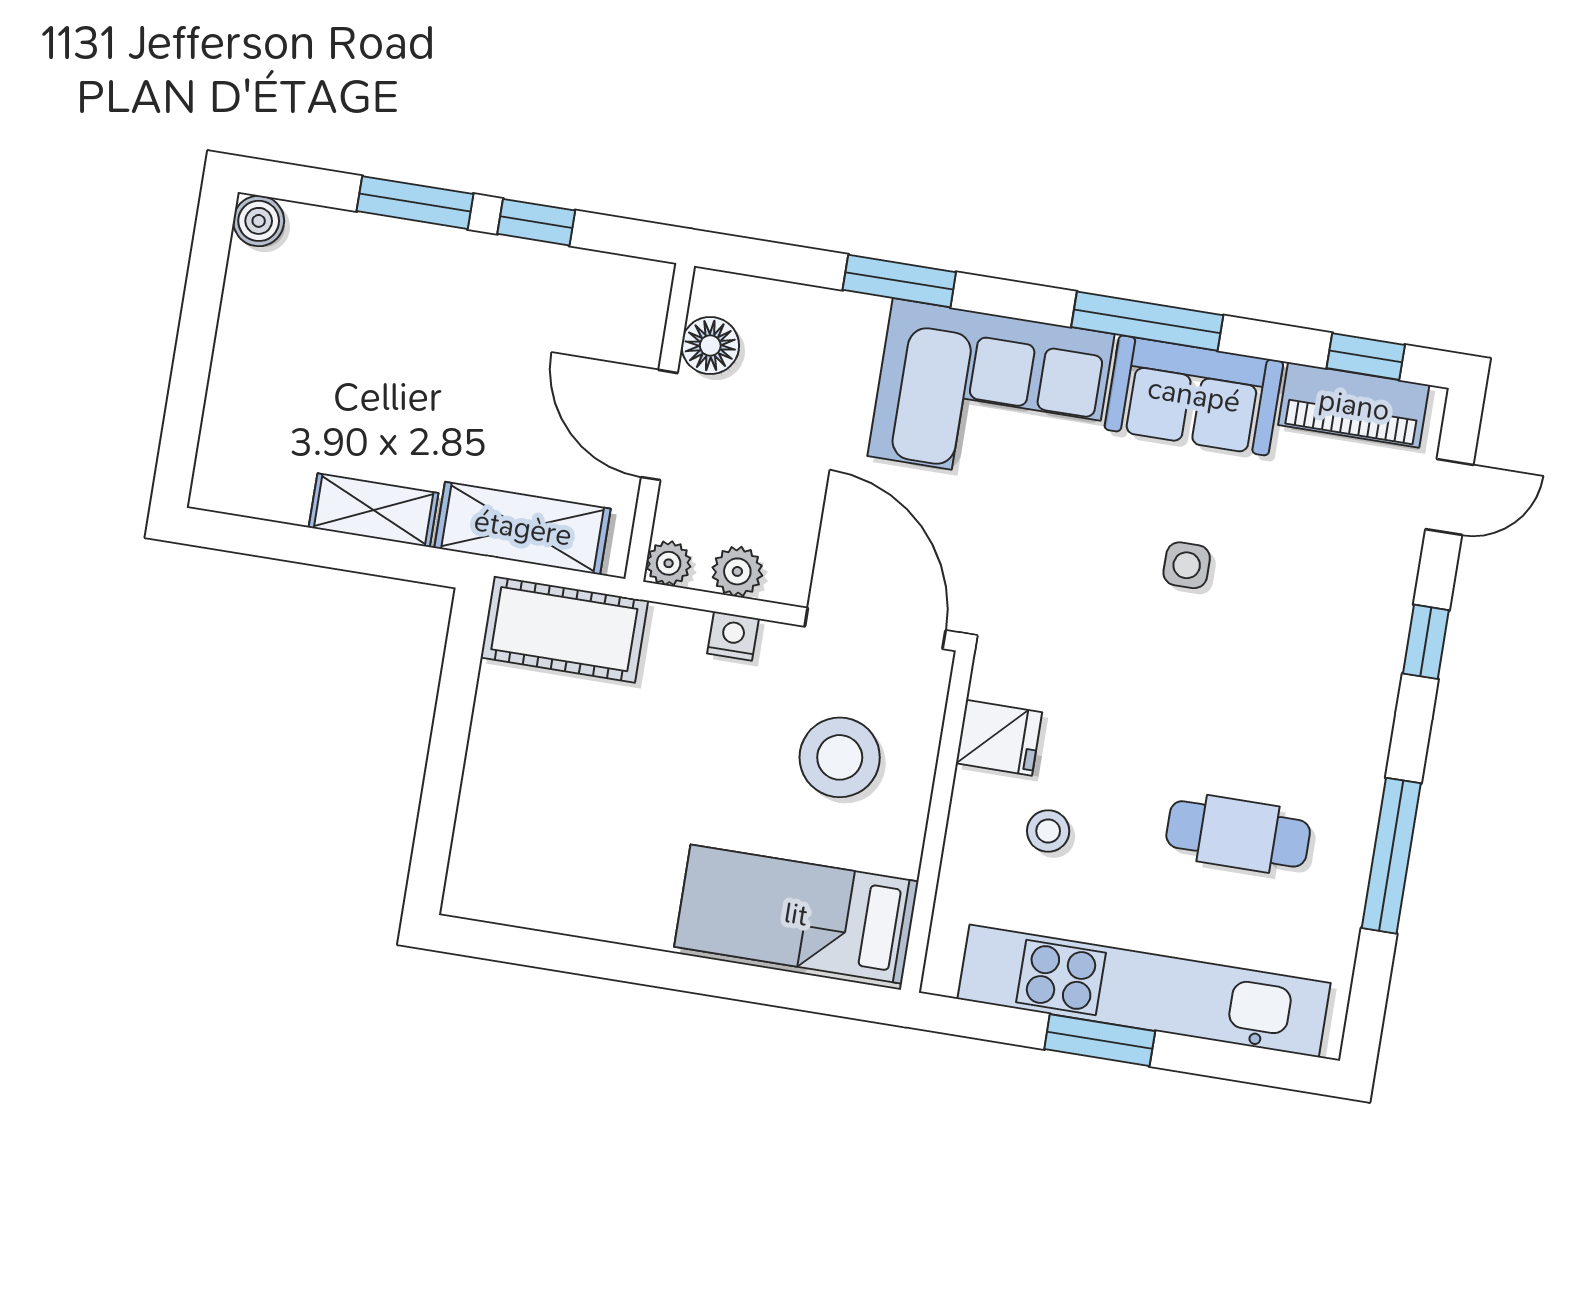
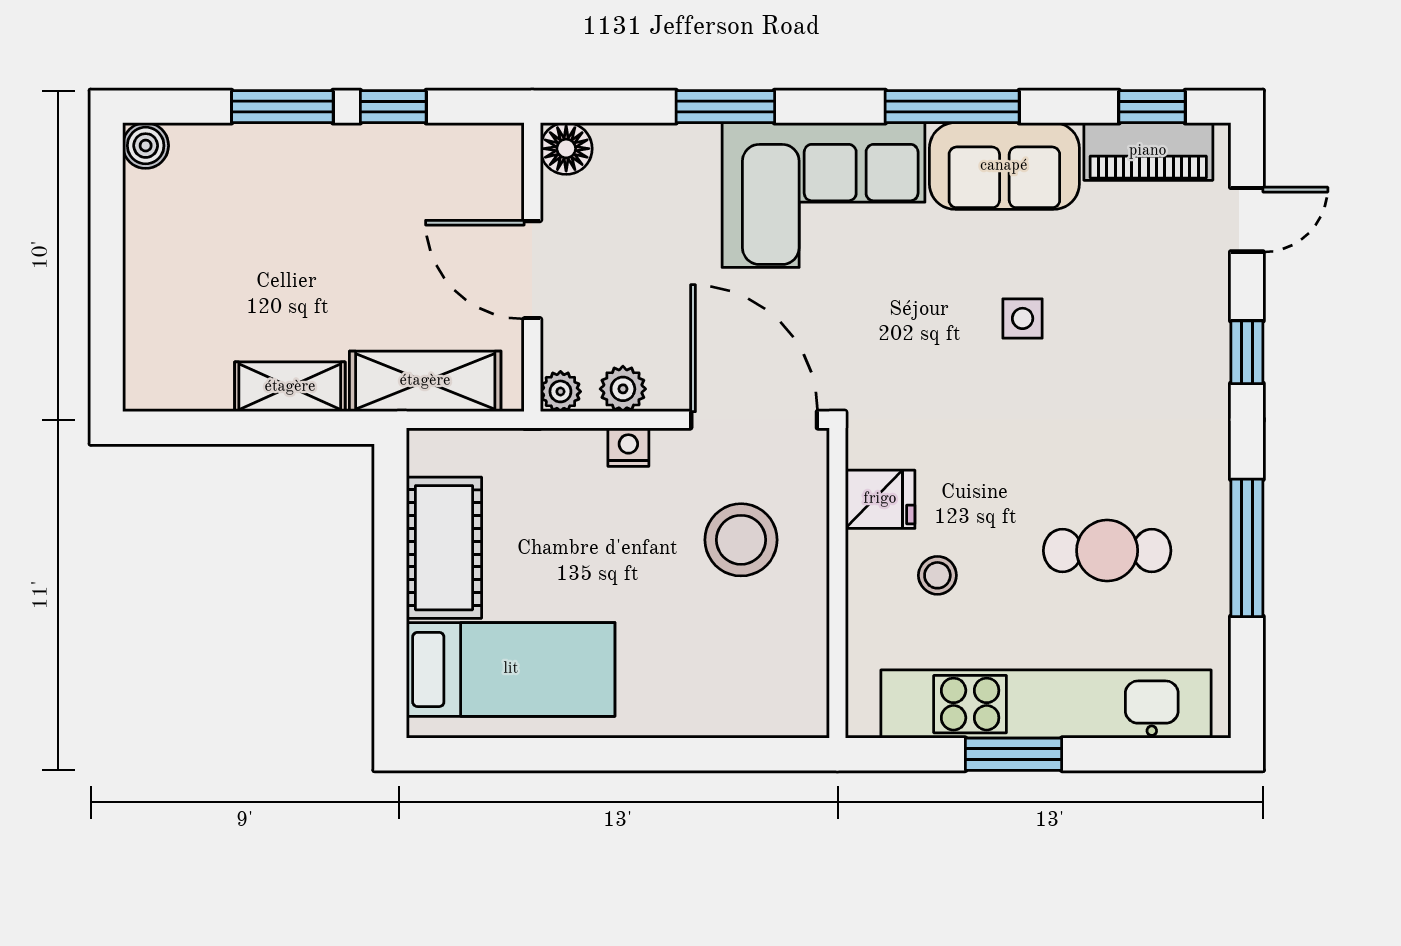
floor lamp: (710, 346) -> (566, 149), moved
cot: (564, 629) -> (444, 548), moved, turned 90
bed: (796, 914) -> (511, 669), moved, turned 180

